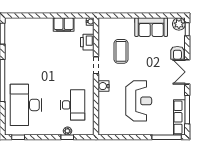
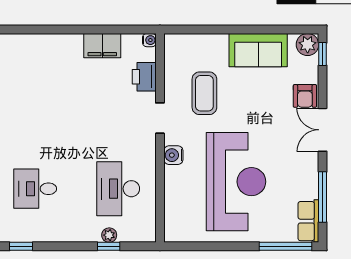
reception desk: (139, 101) -> (236, 182), width x1.36, depth x1.30
desk: (26, 105) -> (35, 189), width x0.53, depth x0.77
desk: (73, 105) -> (118, 189), turned 180
row of seats: (179, 117) -> (308, 221), width x0.68

